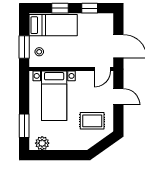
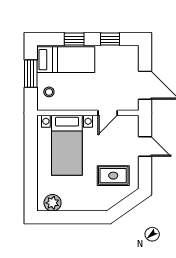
window: (24, 47) -> (31, 74), moved
door: (102, 69) -> (108, 113), moved
window: (24, 126) -> (31, 182), removed

